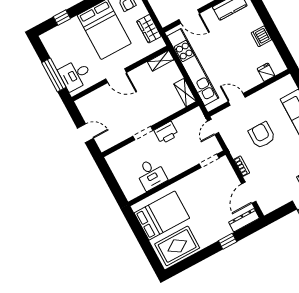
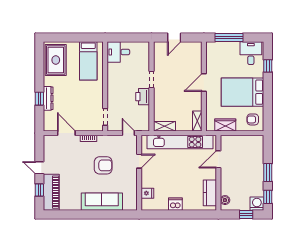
desk: (75, 75) -> (251, 53), moved
desk: (151, 174) -> (118, 52), moved
bed: (162, 216) -> (88, 61), width x0.67
dresser: (244, 220) -> (48, 98), moved

